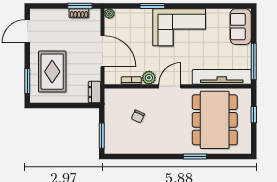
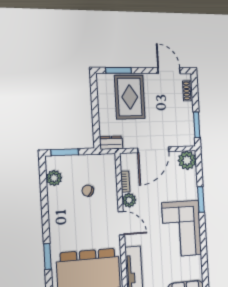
shoe rack: (79, 13) -> (188, 91), moved
plant: (109, 14) -> (187, 160), width x1.88, depth x1.88
rug: (52, 72) -> (130, 97), turned 90
plant: (125, 147) -> (54, 178), added

